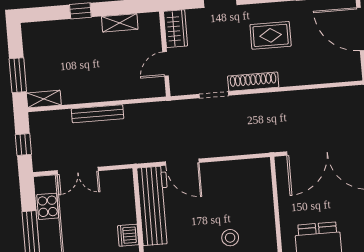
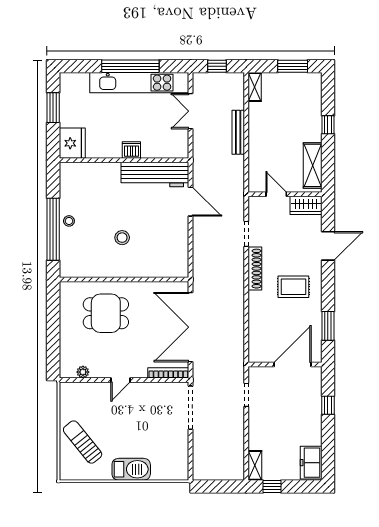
shelving: (120, 23) -> (313, 165), width x1.50, depth x1.33
rug: (271, 35) -> (293, 287), turned 90
window: (18, 75) -> (293, 66), moved
door: (182, 162) -> (191, 202), swing flipped

